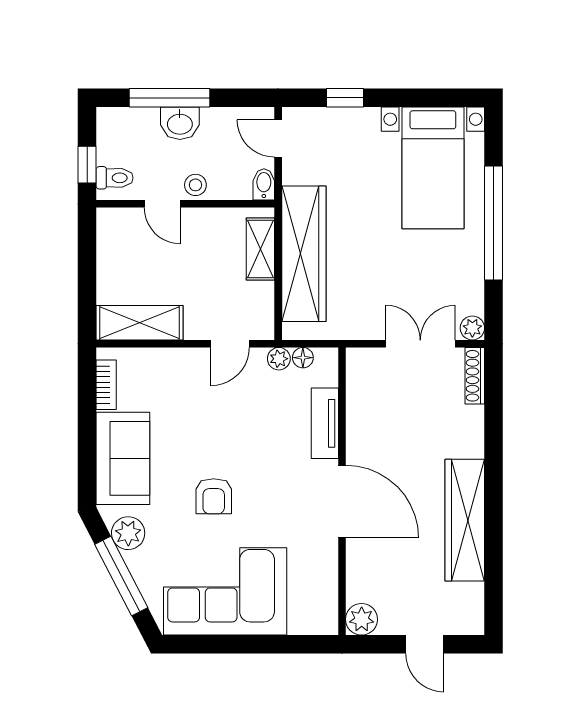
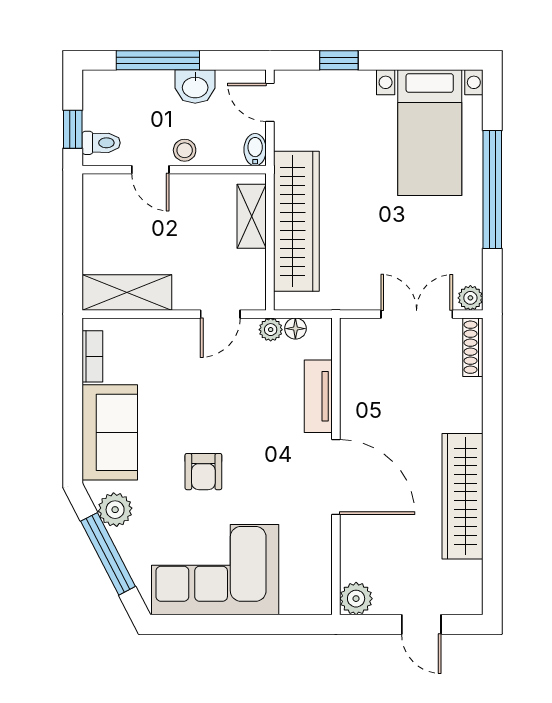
washbasin: (180, 123) -> (195, 87), moved

